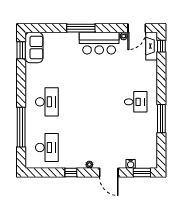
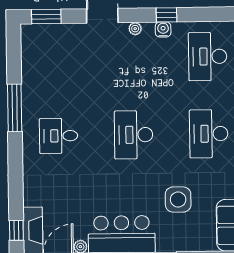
side table: (65, 63) -> (178, 199), added
desk: (91, 102) -> (134, 135), added
water cooler: (131, 164) -> (163, 29), moved

